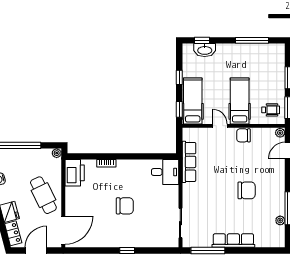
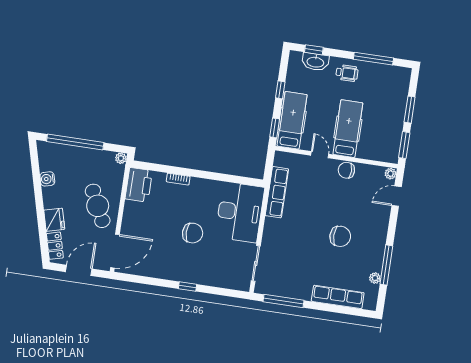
wheelchair: (271, 110) -> (347, 73), moved
desk: (165, 172) -> (240, 212), width x1.87, depth x1.30
row of seats: (233, 241) -> (338, 297), moved

